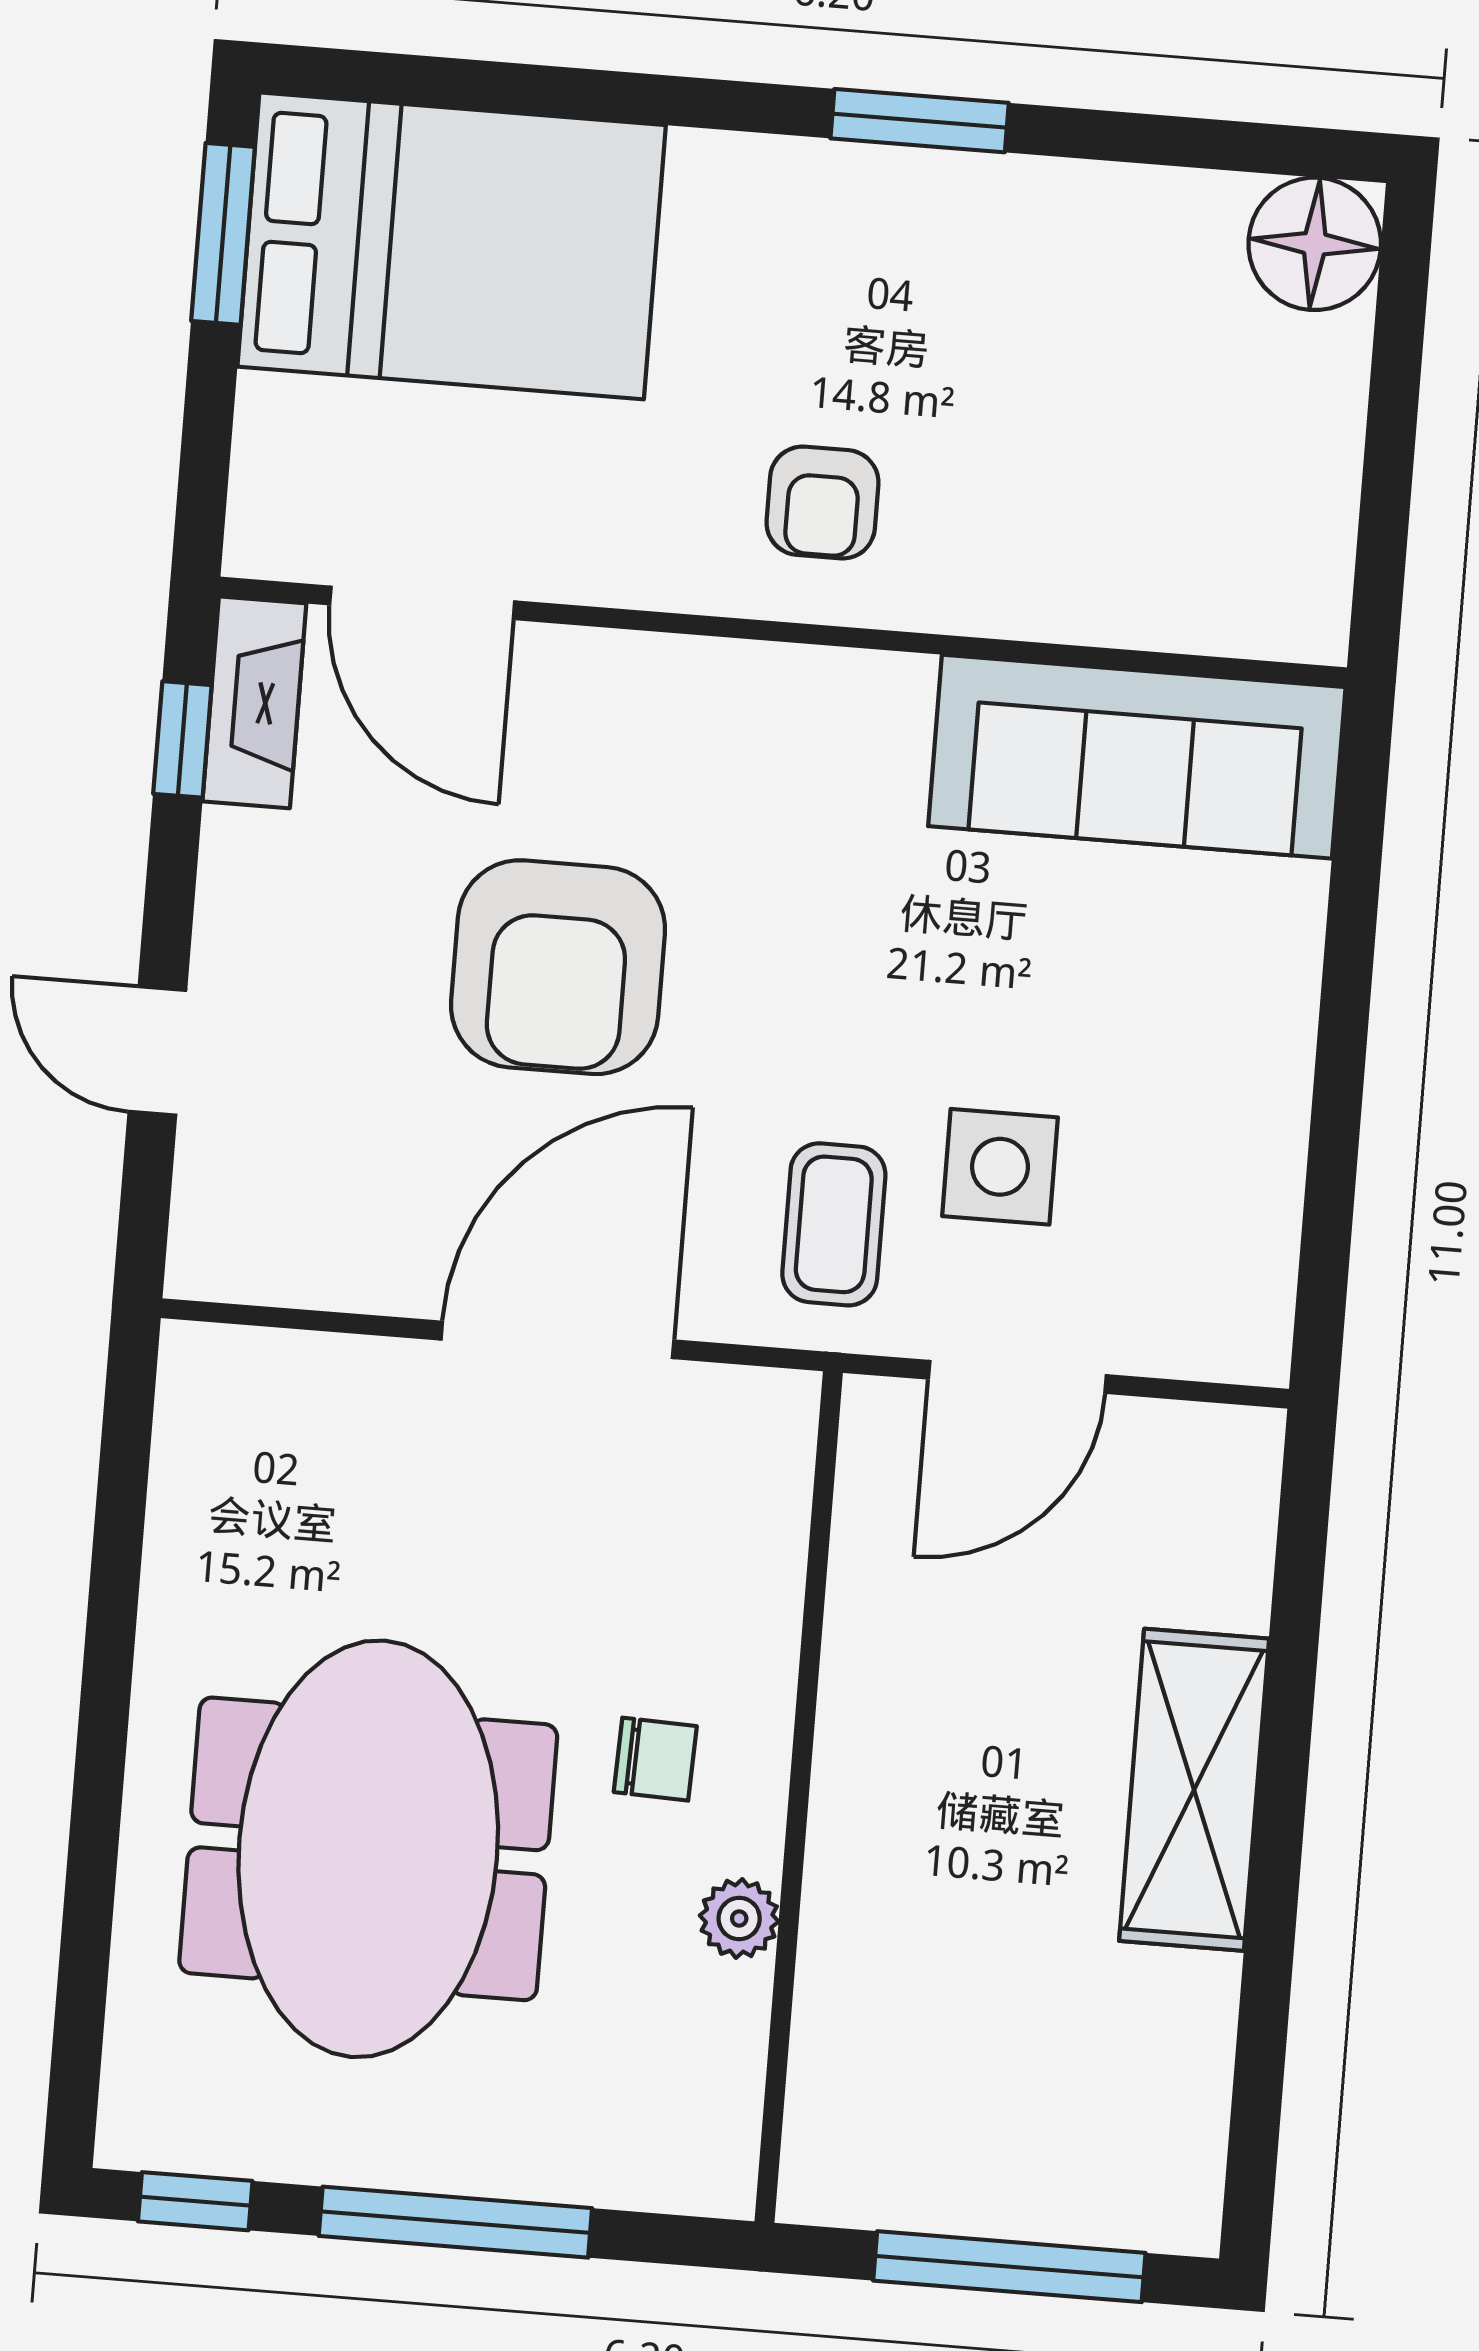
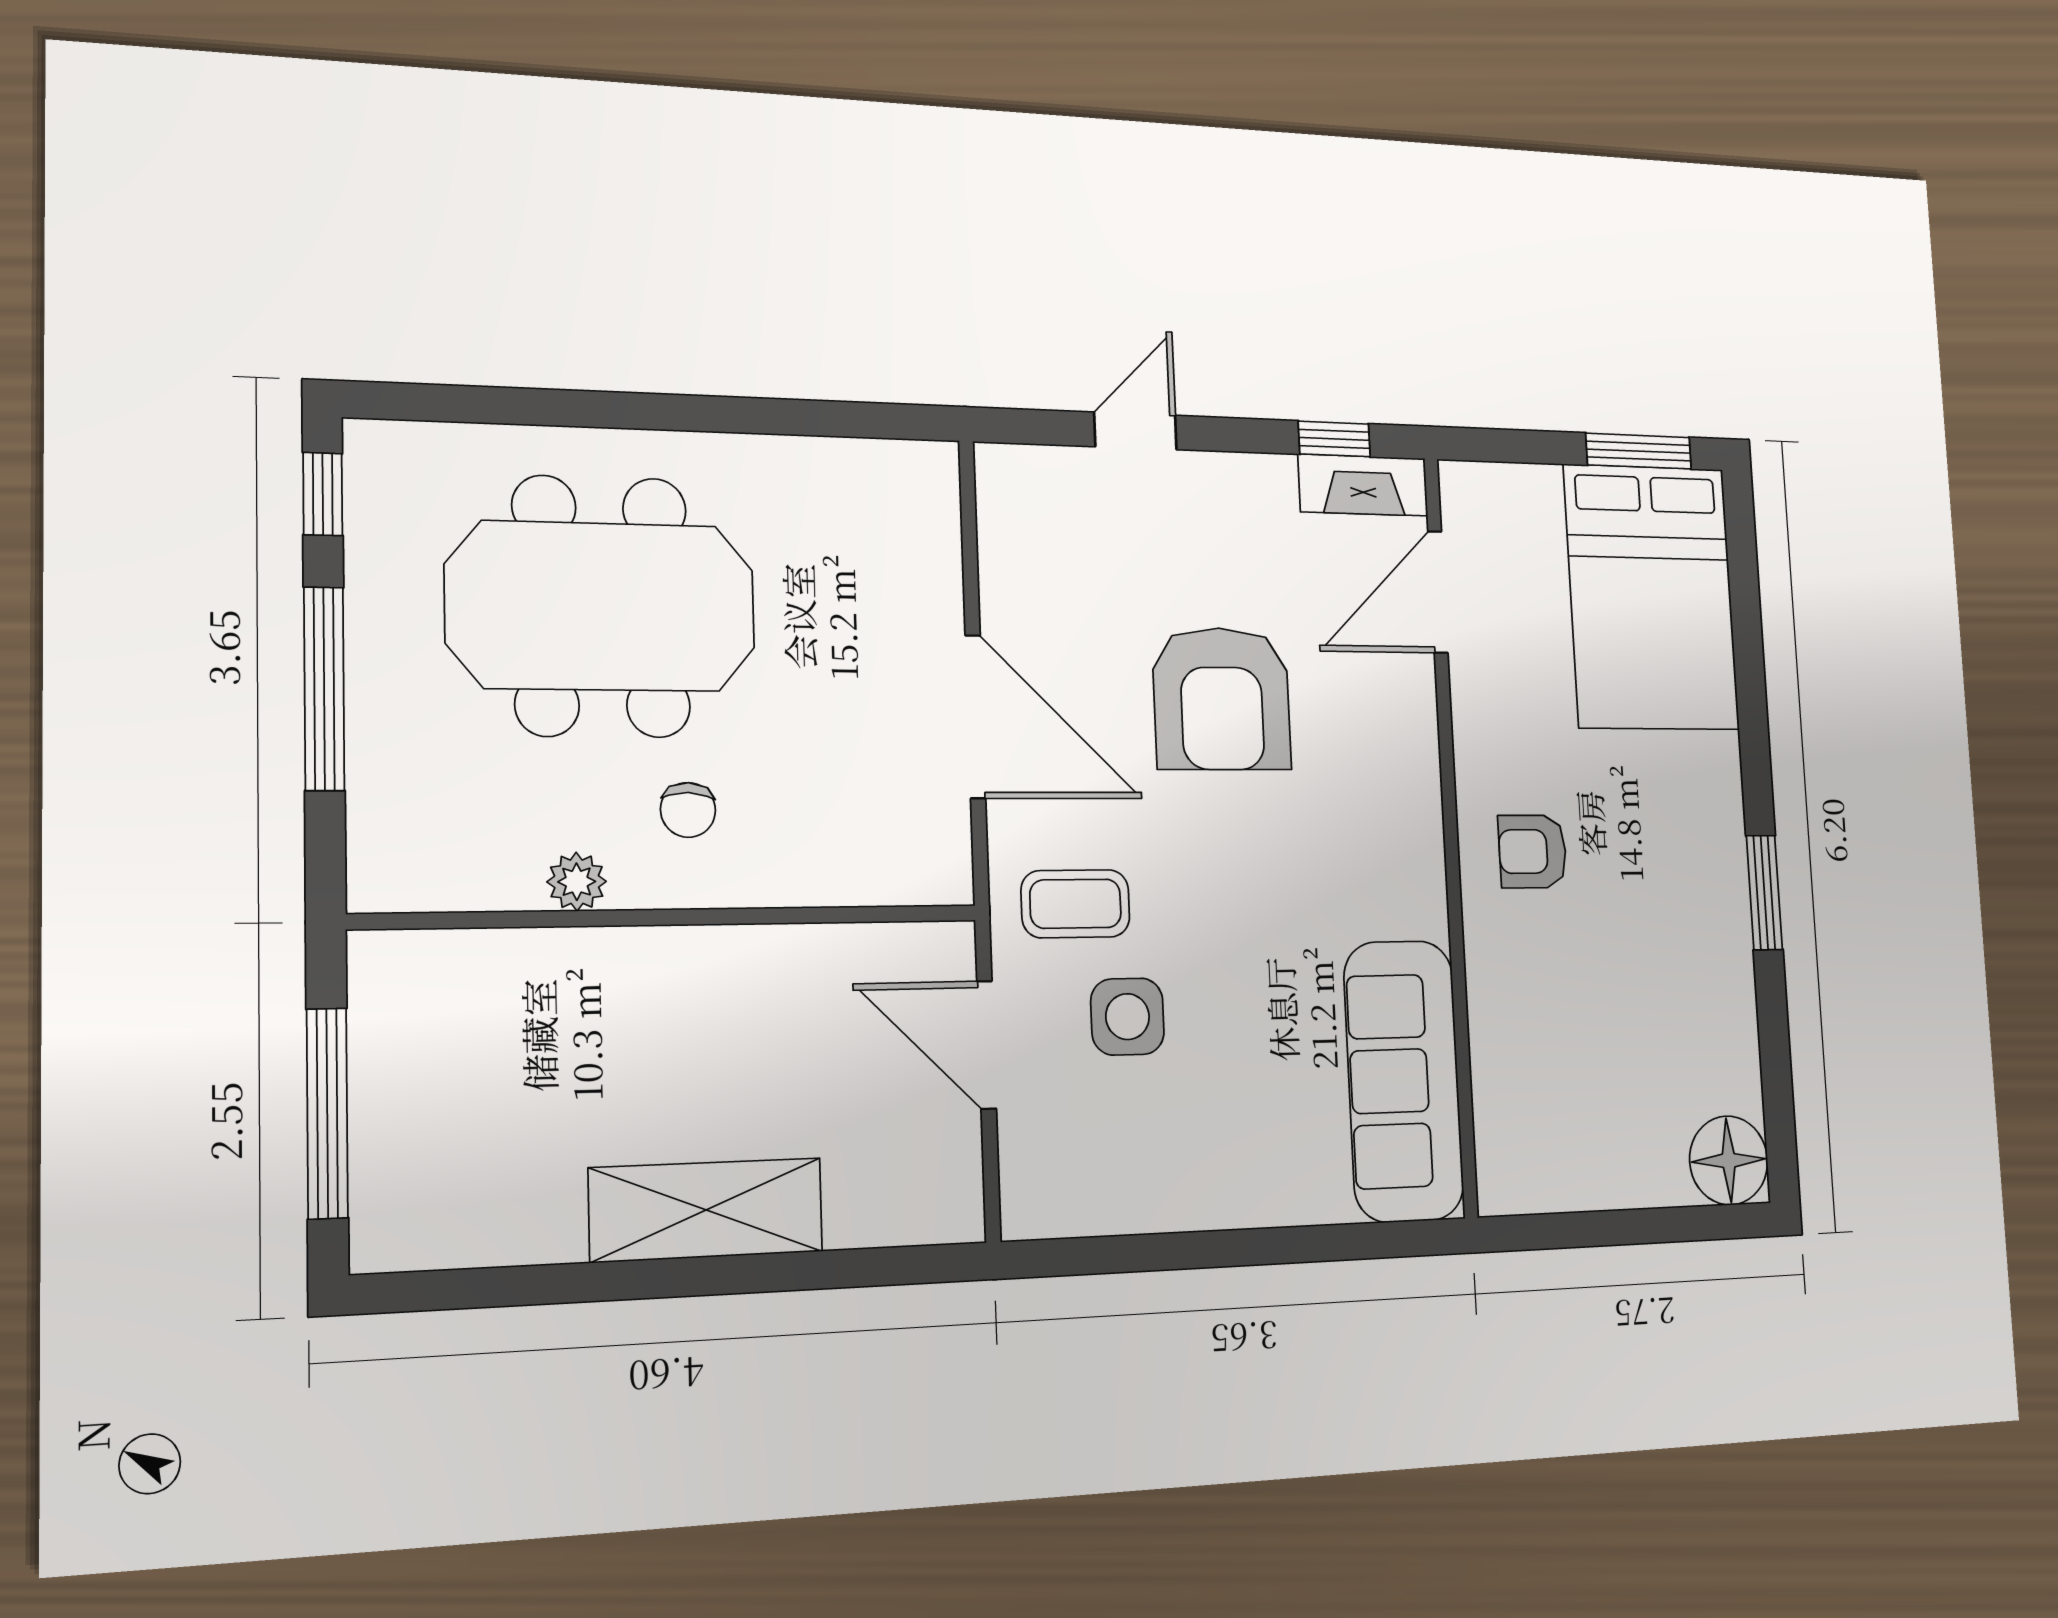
armchair: (558, 967) -> (1222, 699), turned -90

